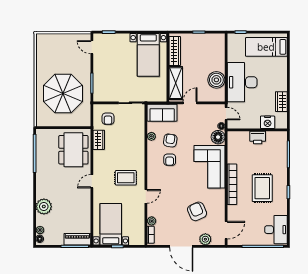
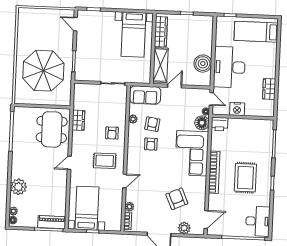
armchair: (108, 119) -> (112, 133), moved
nightstand: (268, 122) -> (237, 109), moved
printer: (258, 138) -> (220, 124), moved

